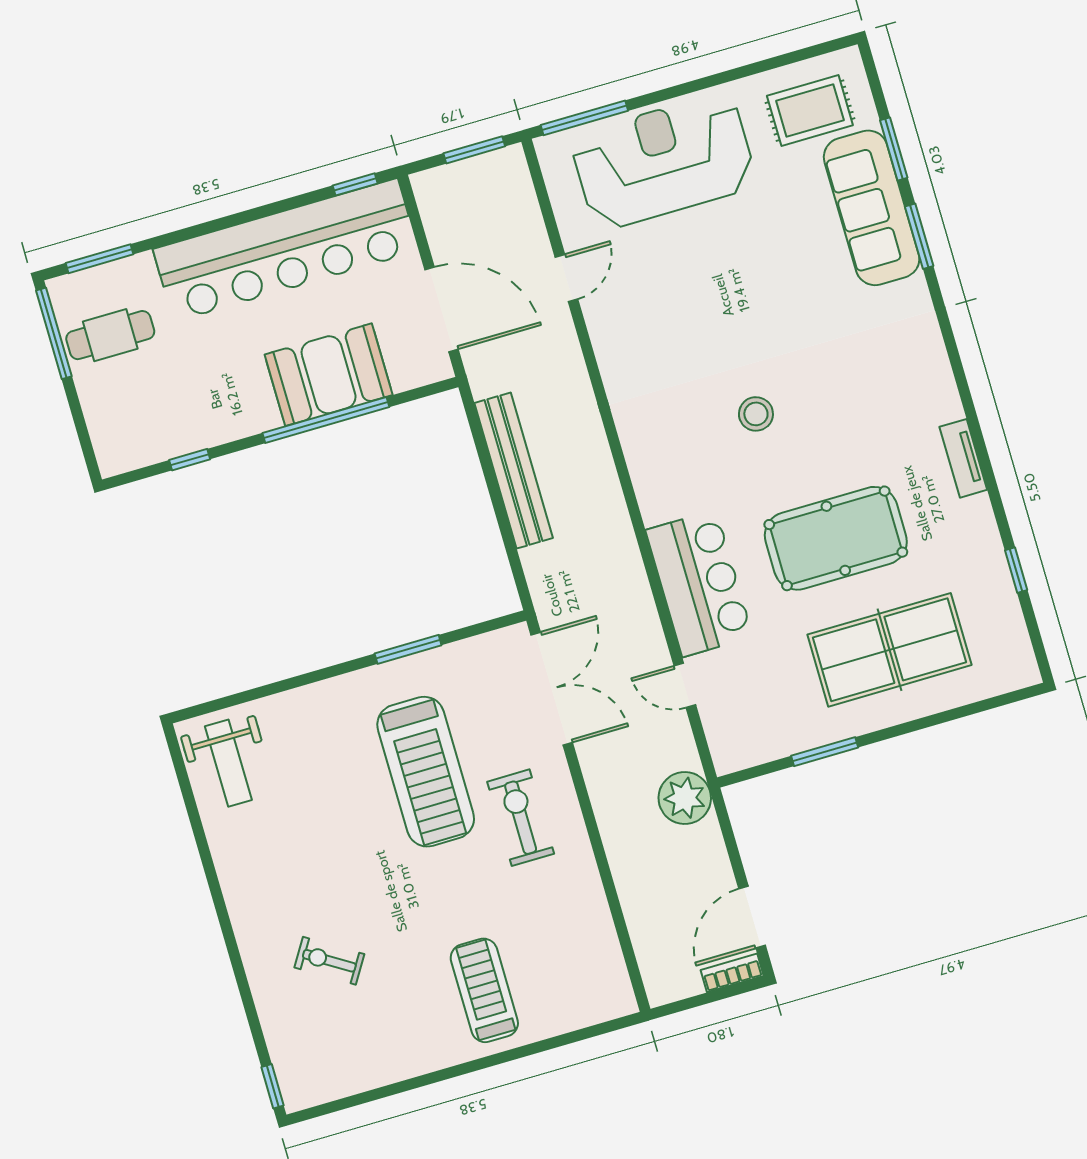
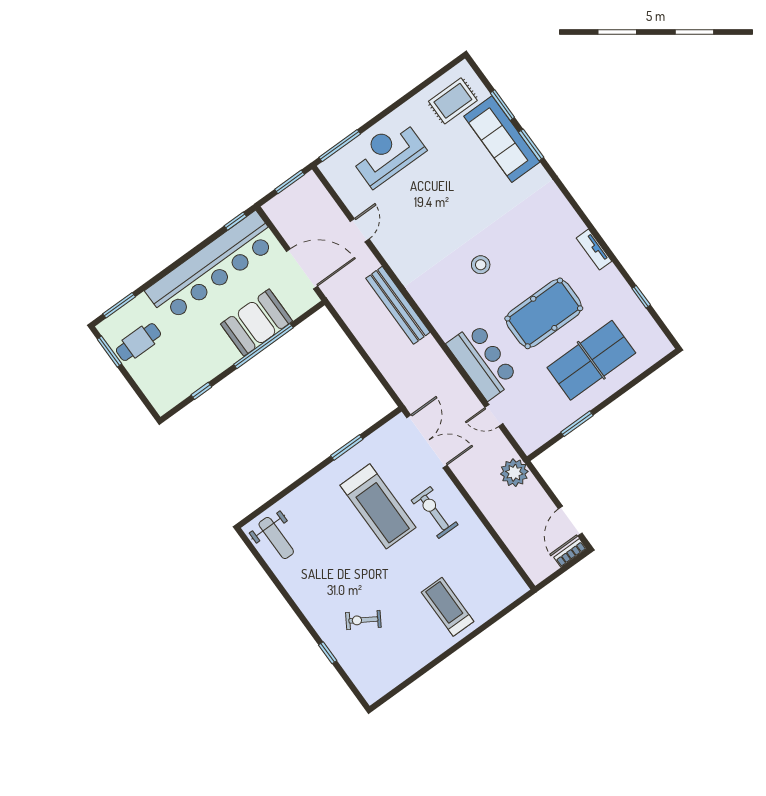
reception desk: (664, 161) -> (388, 153), width x0.74, depth x0.77
window: (54, 333) -> (109, 351), width x0.69
bench: (514, 471) -> (398, 305), moved
window: (273, 1086) -> (328, 653), moved

